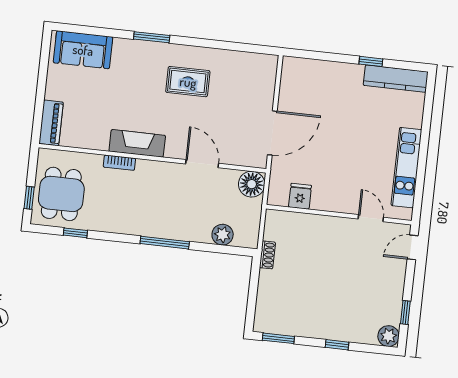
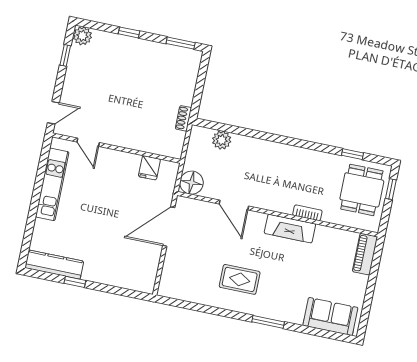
window: (165, 243) -> (274, 138), removed

